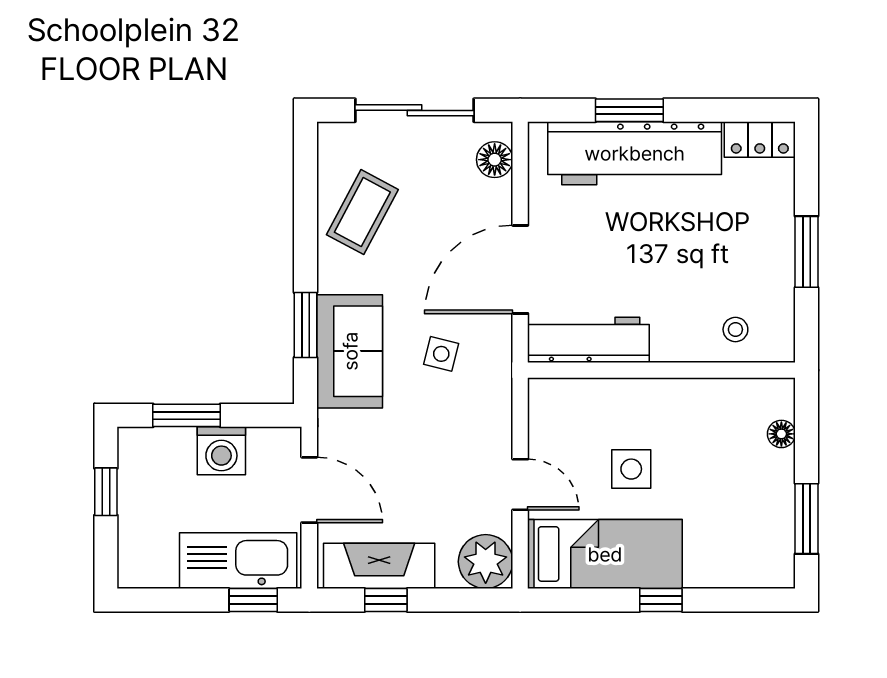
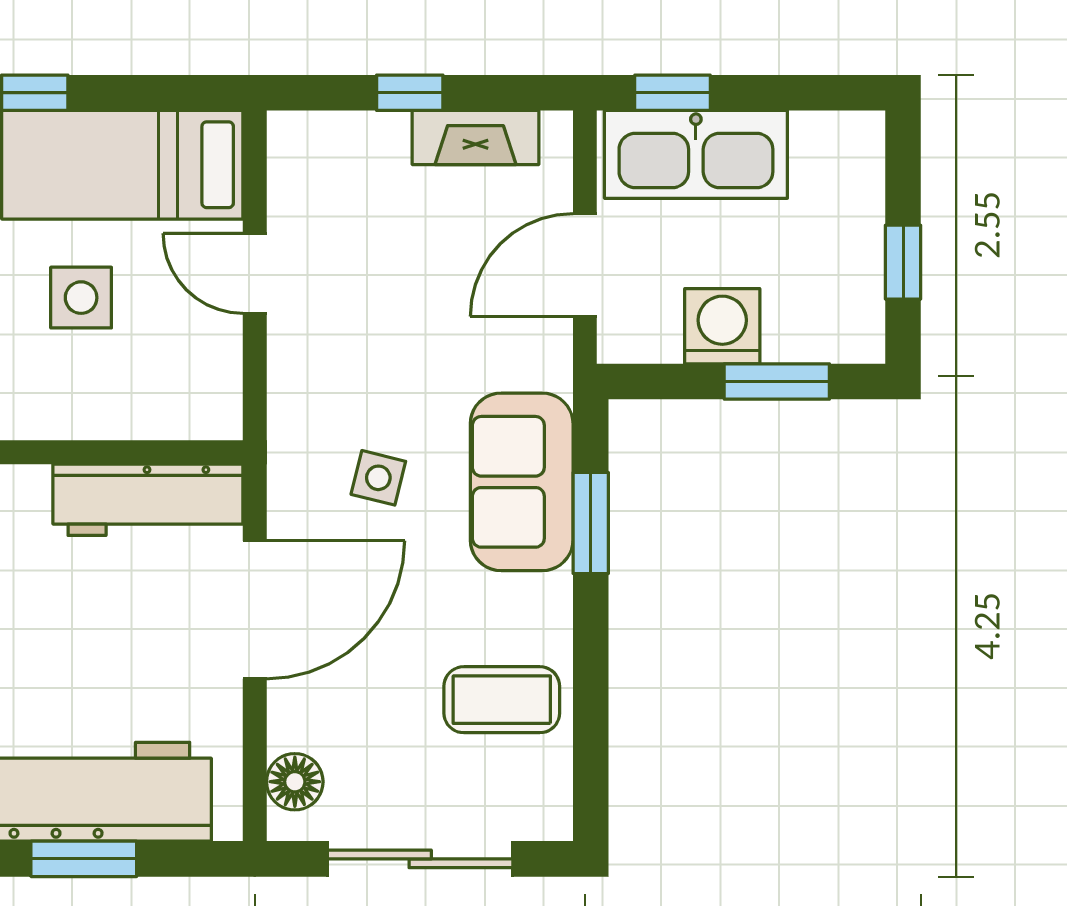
coffee table: (362, 212) -> (502, 700), turned 62
door: (309, 490) -> (585, 265), hinge flipped
plant: (486, 562) -> (309, 153), removed
fireplace: (379, 566) -> (475, 137), width x0.73, depth x0.76
window: (386, 600) -> (410, 93), moved

